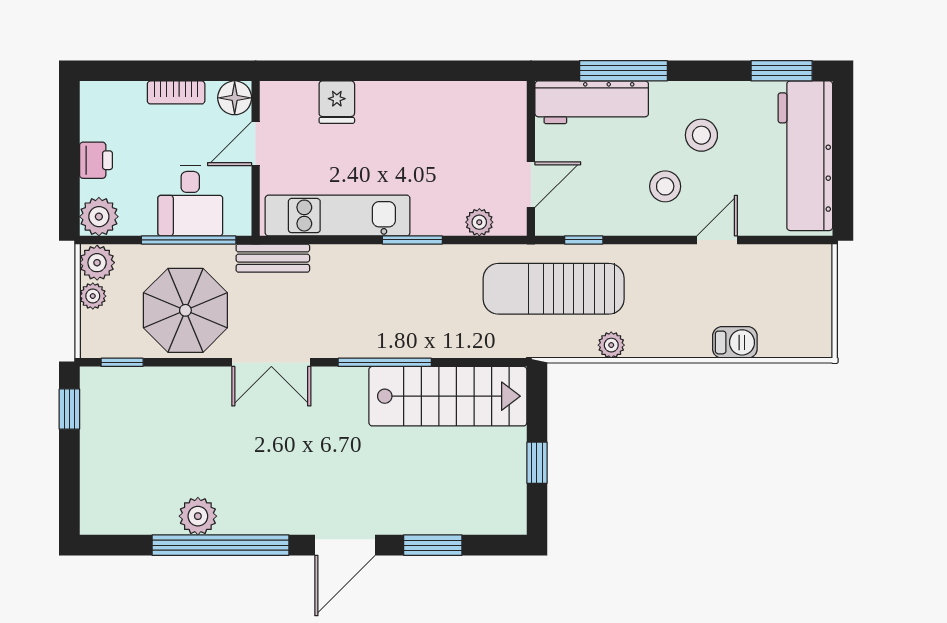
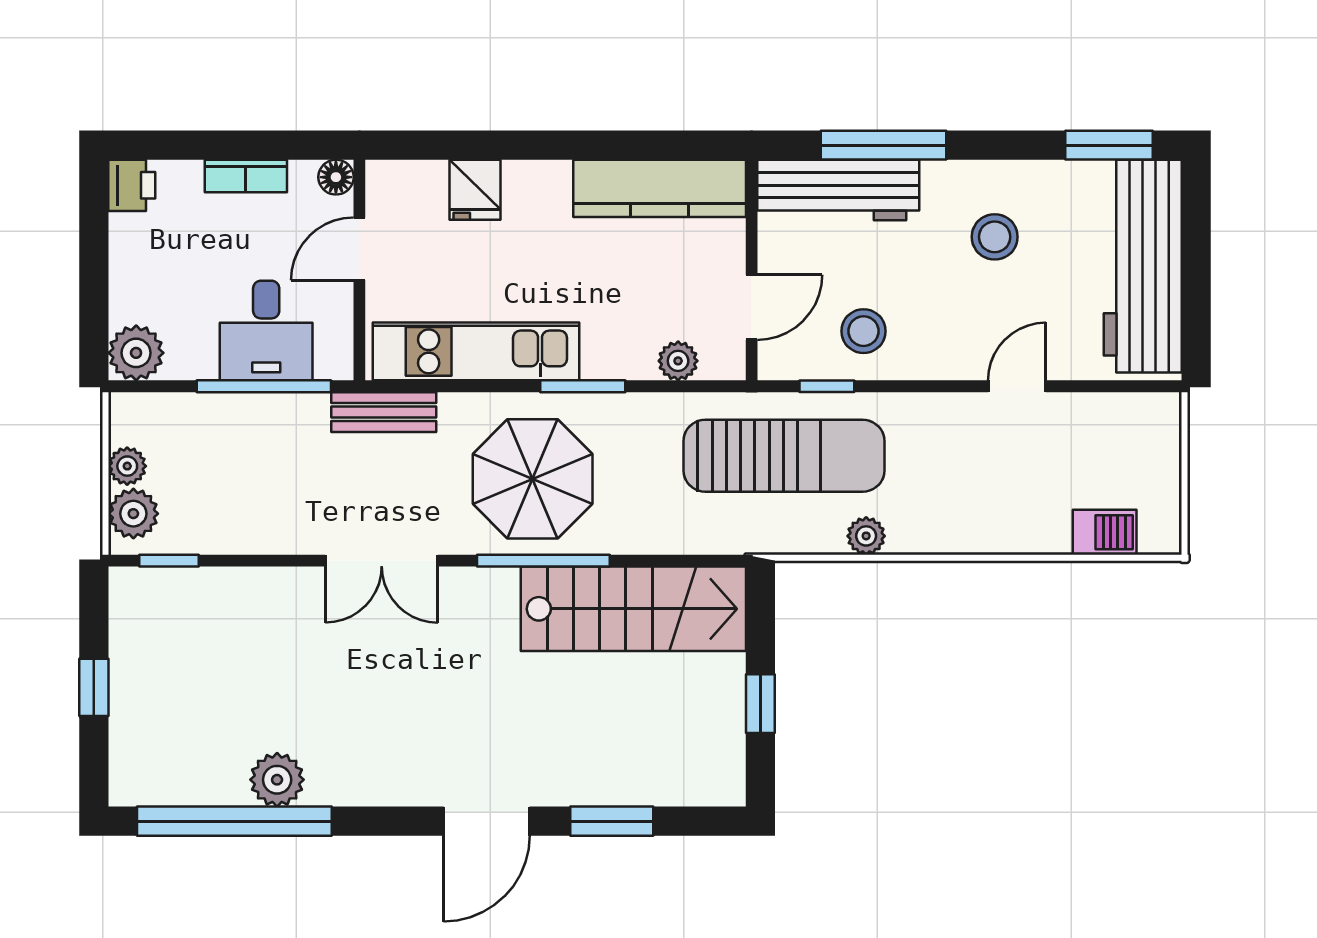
floor lamp: (235, 98) -> (336, 177), width x0.73, depth x0.73
kitchen counter: (466, 101) -> (660, 188), added
printer: (96, 160) -> (132, 185), moved
stool: (665, 186) -> (863, 331), moved
plant: (97, 263) -> (133, 514), moved
sun lounger: (554, 289) -> (784, 456), turned 180
parasol: (185, 310) -> (533, 479), moved
barbecue: (735, 342) -> (1105, 532), moved
window: (69, 409) -> (94, 687), moved
window: (220, 545) -> (234, 821), moved

